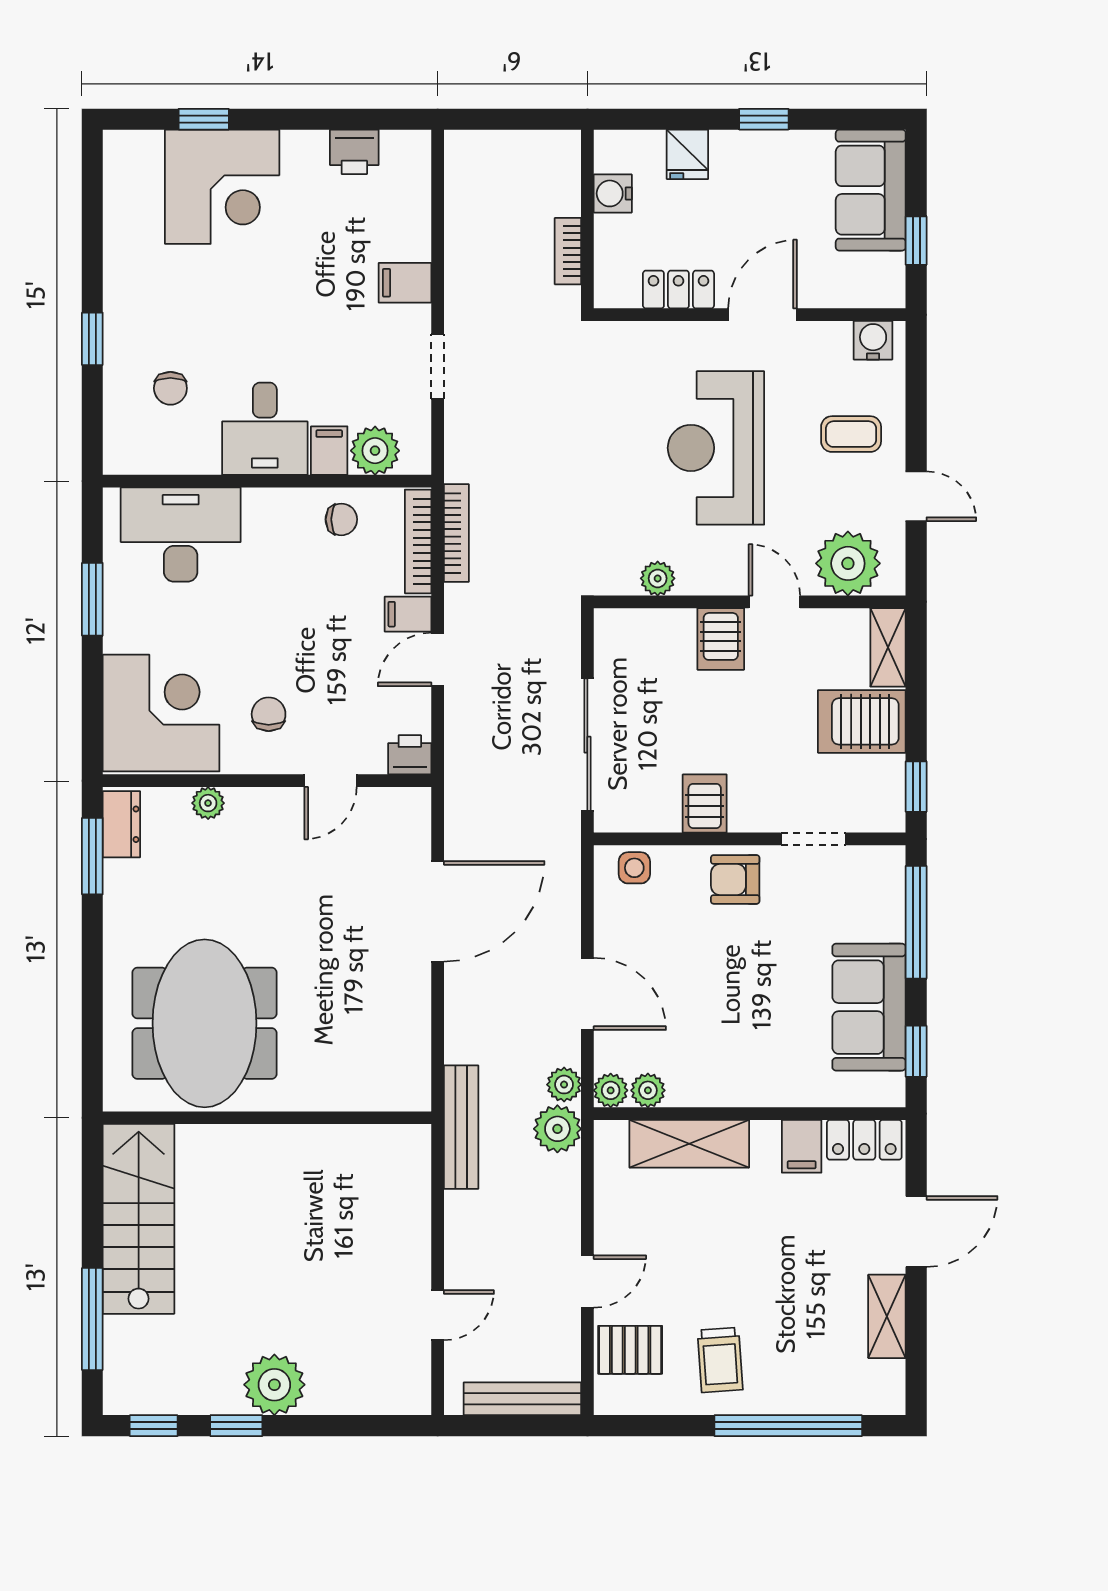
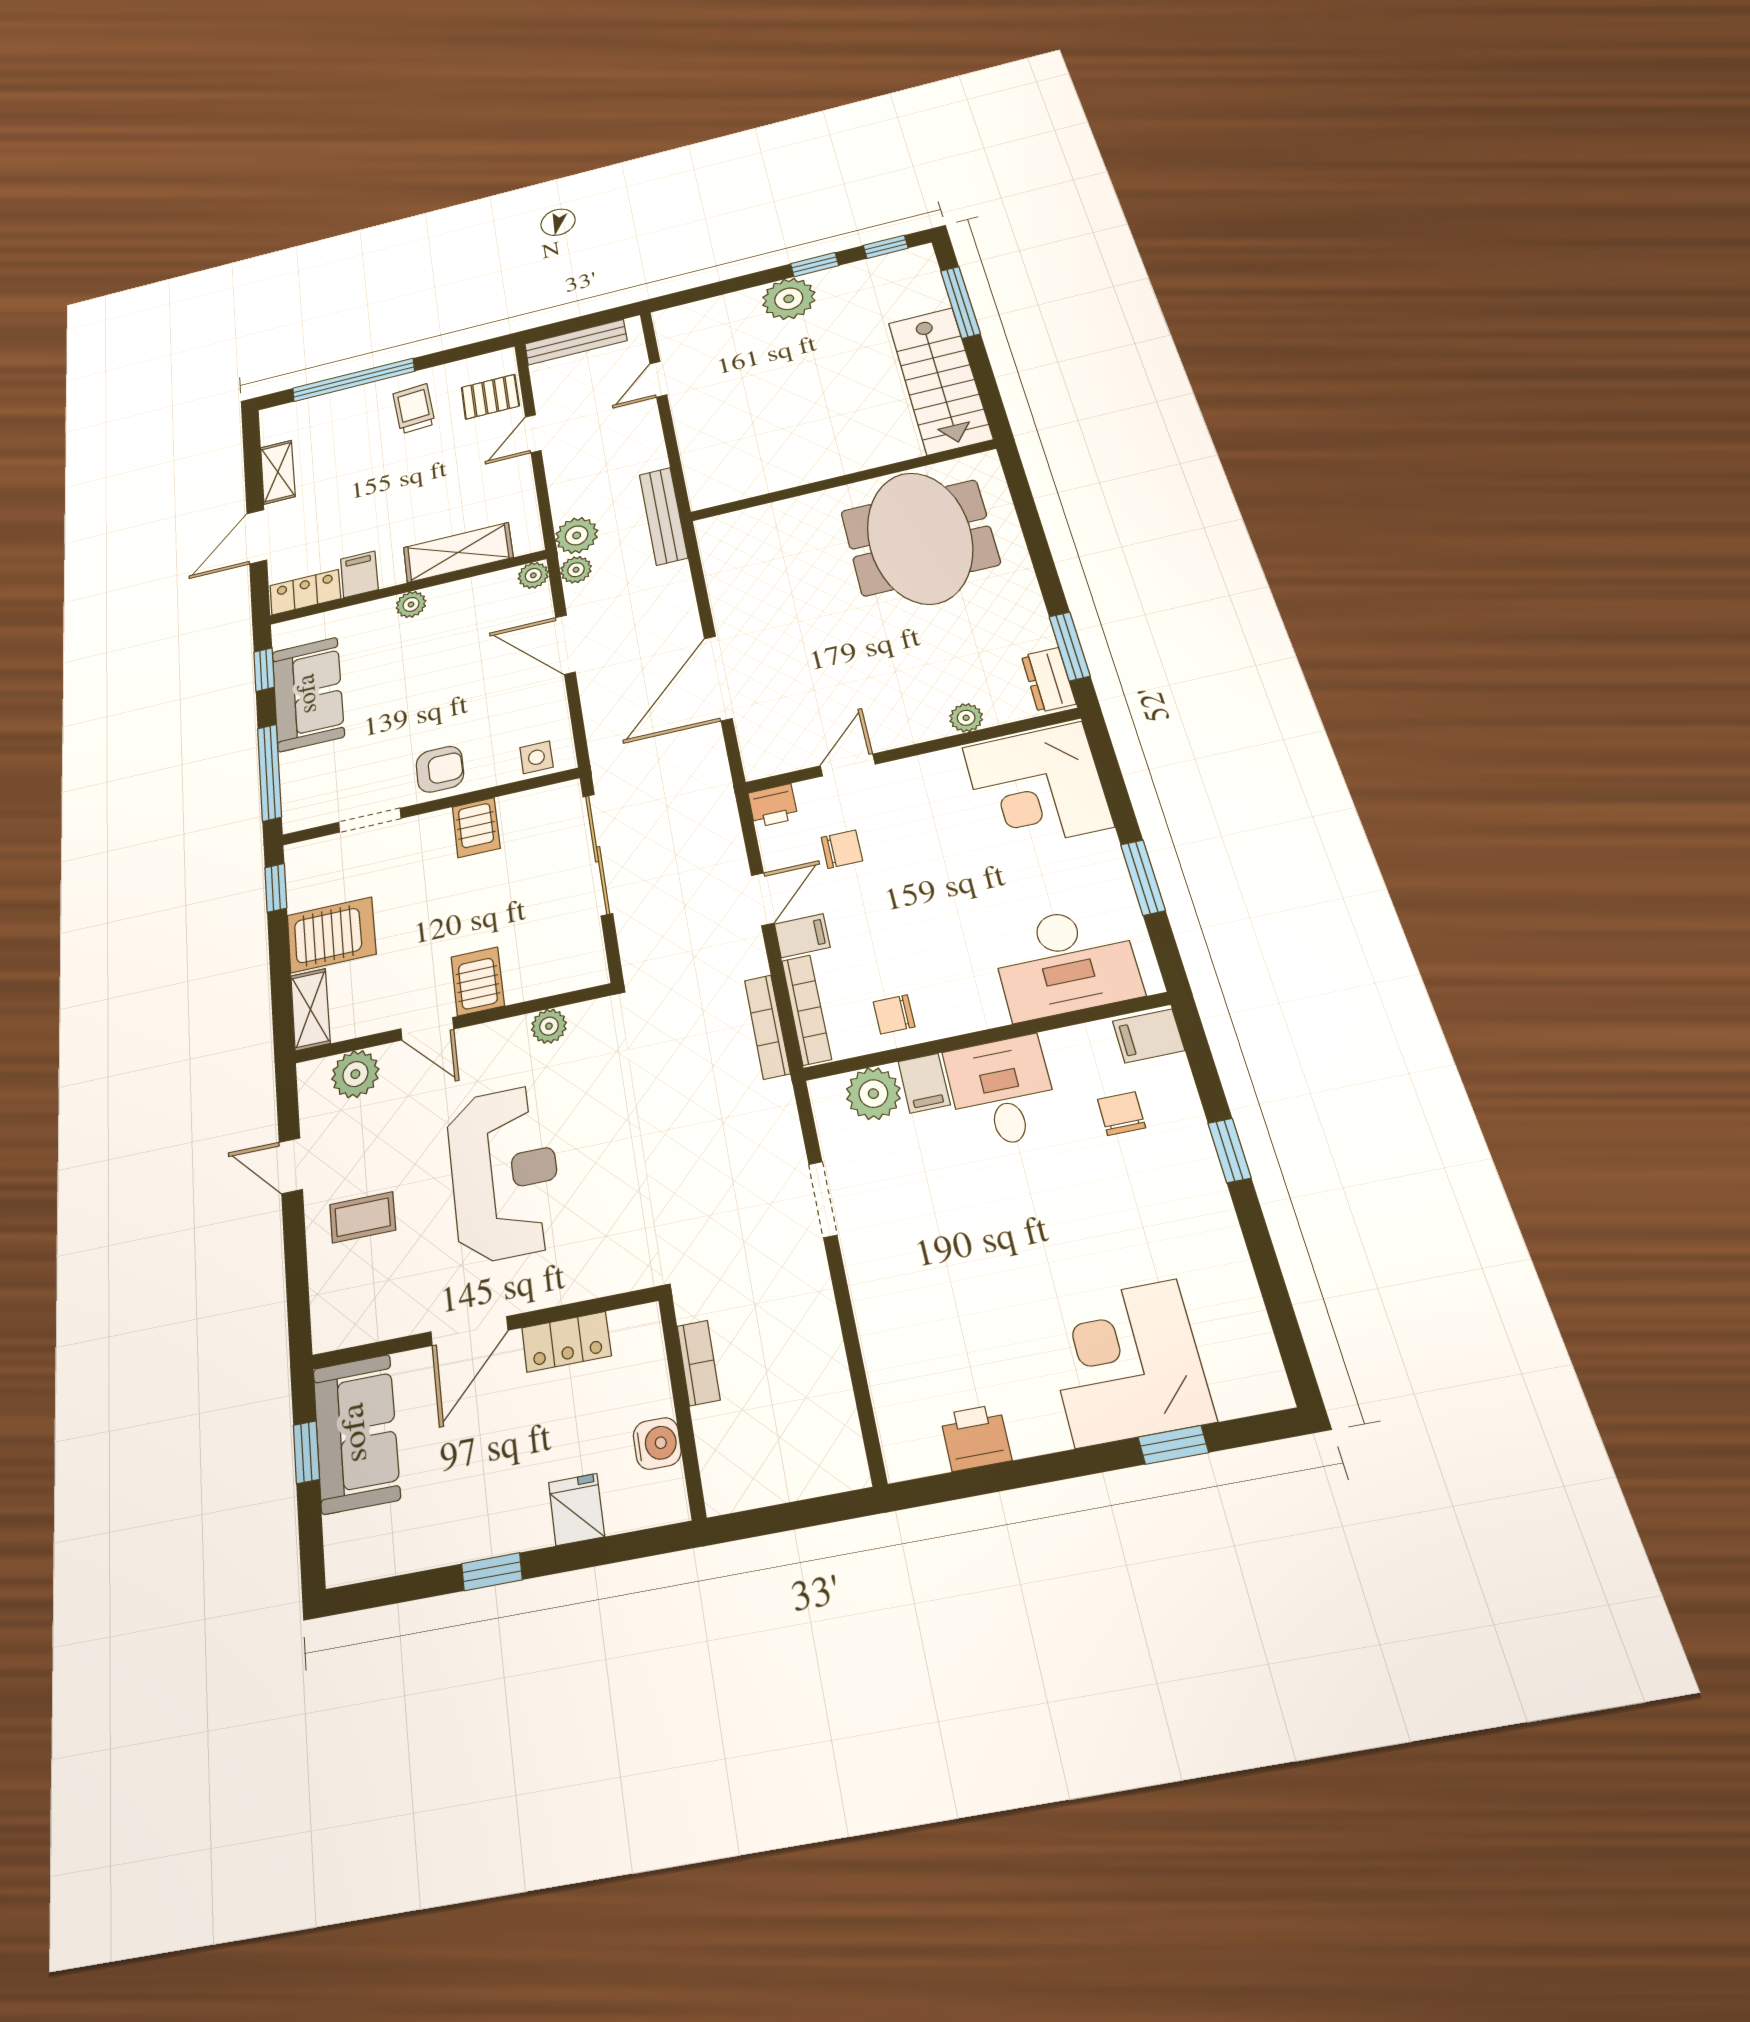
sofa: (871, 190) -> (356, 1433), moved
filing cabinet: (405, 283) -> (1148, 1036), moved, turned 180
water cooler: (873, 340) -> (346, 1326), removed
plant: (848, 563) -> (355, 1074), width x0.73, depth x0.73
chair: (269, 714) -> (842, 849), moved, turned -90
plant: (648, 1090) -> (411, 604), moved

